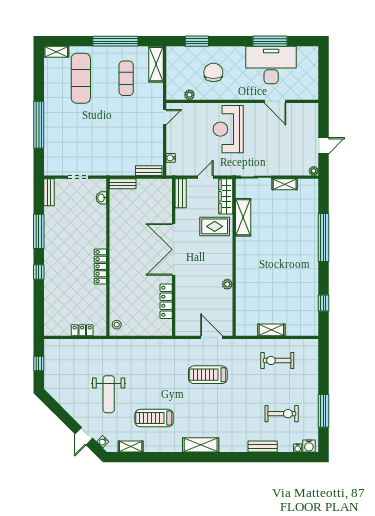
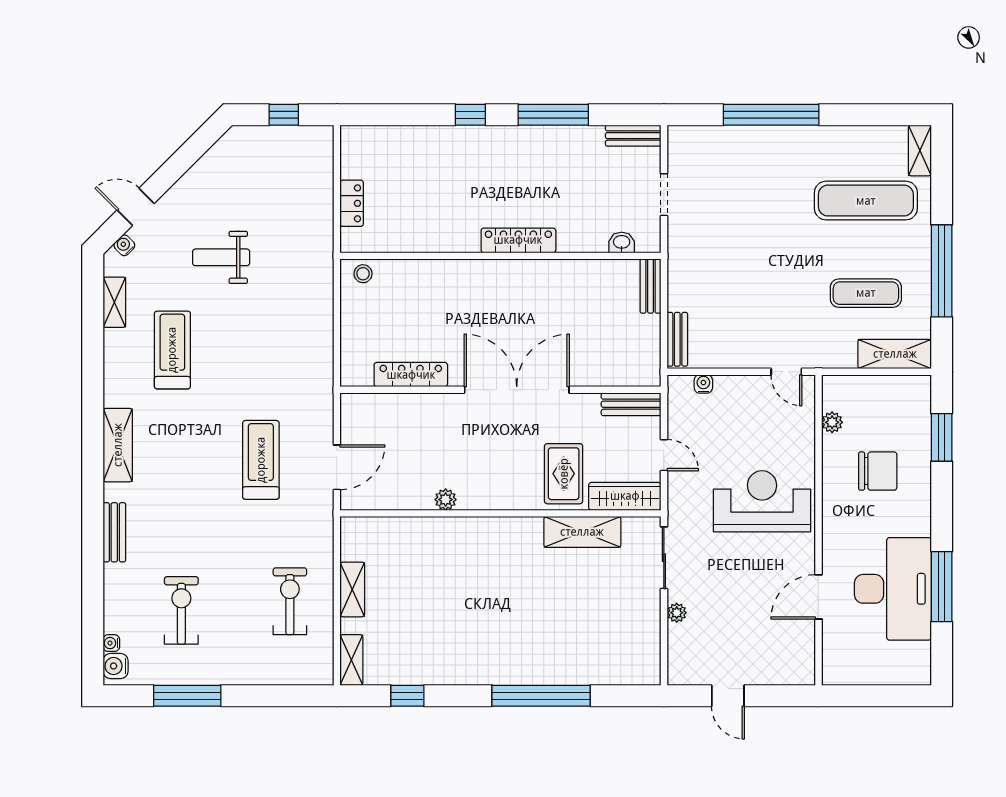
plant: (314, 171) -> (677, 613), moved
shelving: (285, 184) -> (351, 660), moved
locker: (100, 266) -> (518, 240), moved
weight bench: (109, 394) -> (221, 257), width x0.73, depth x0.75
exercise bike: (282, 414) -> (181, 610), turned 180
bench: (263, 447) -> (114, 532), moved

